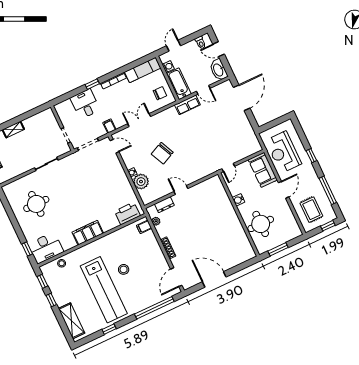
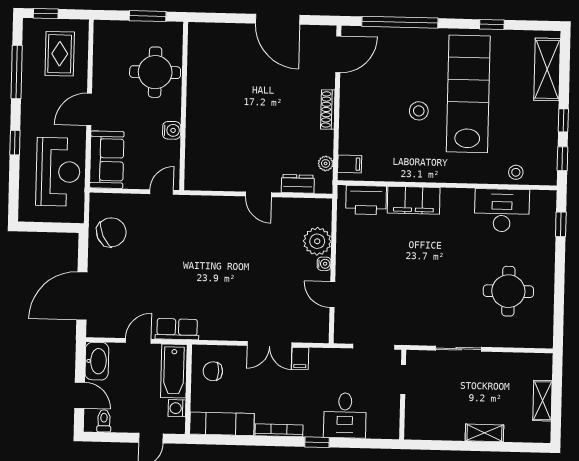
door: (203, 90) -> (138, 341), hinge flipped
filing cabinet: (109, 126) -> (300, 358), moved
door: (114, 146) -> (332, 295), moved
chair: (162, 153) -> (111, 232), moved
filing cabinet: (88, 233) -> (414, 200), moved
desk: (46, 248) -> (502, 210), moved

